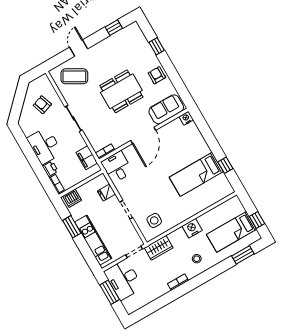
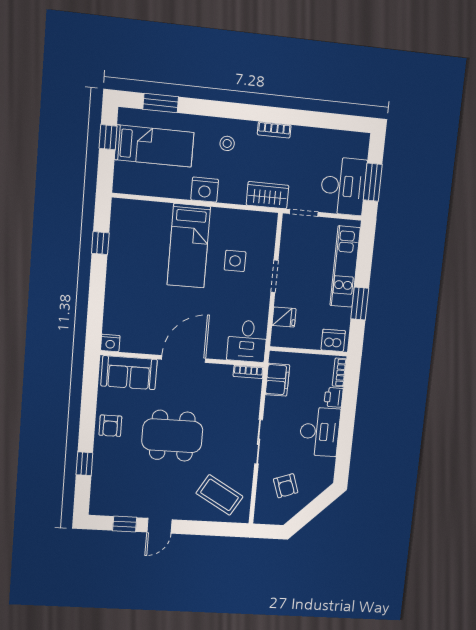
door: (79, 48) -> (159, 526), moved
bed: (196, 174) -> (189, 246), moved, turned 90
side table: (154, 220) -> (235, 261), moved

